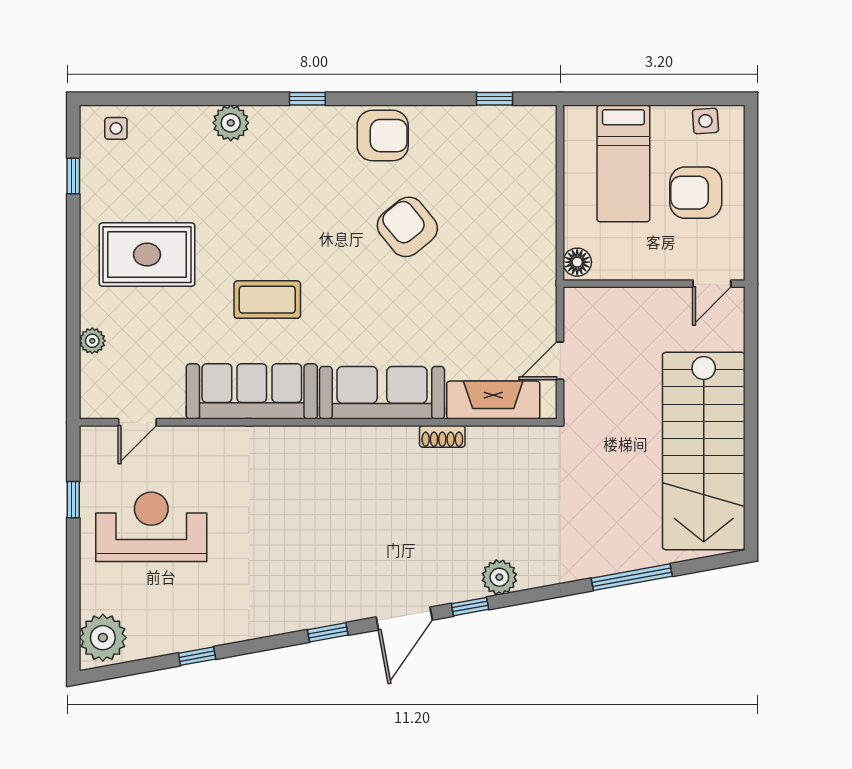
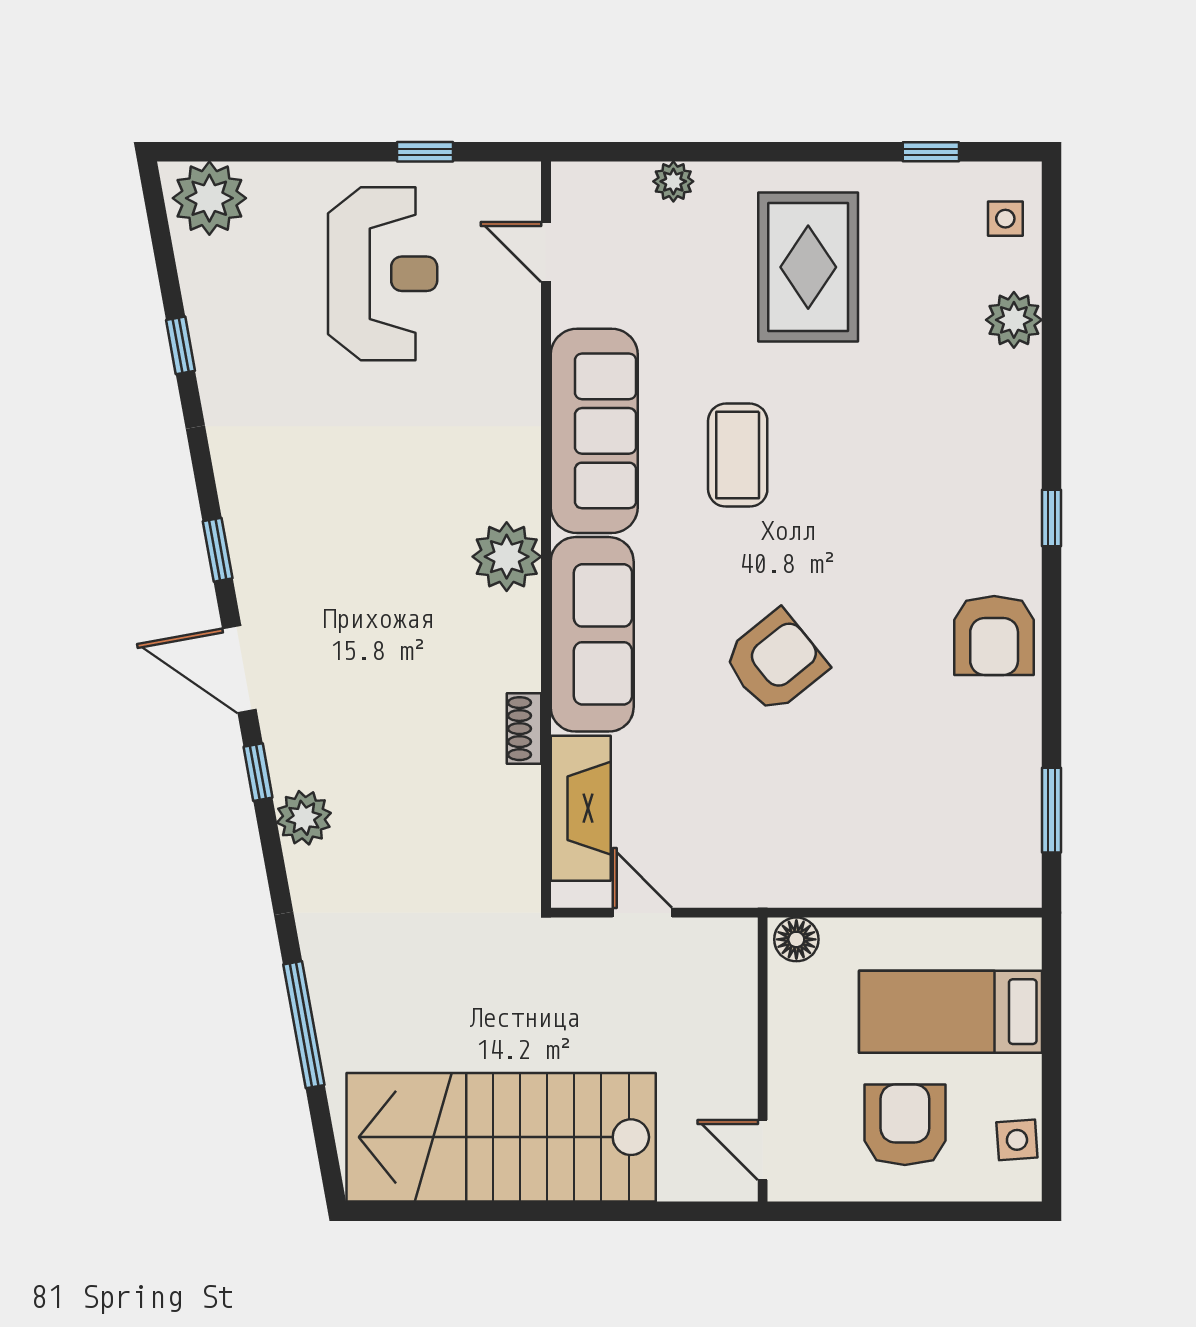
window: (494, 99) -> (1052, 810), width x1.50
plant: (231, 123) -> (1014, 320), moved
armchair: (407, 227) -> (775, 662), moved
plant: (332, 447) -> (507, 557), added

